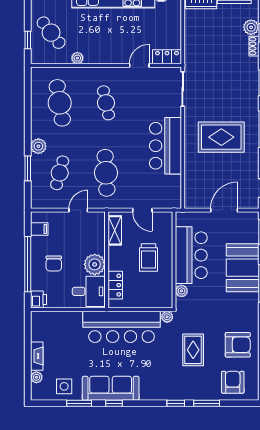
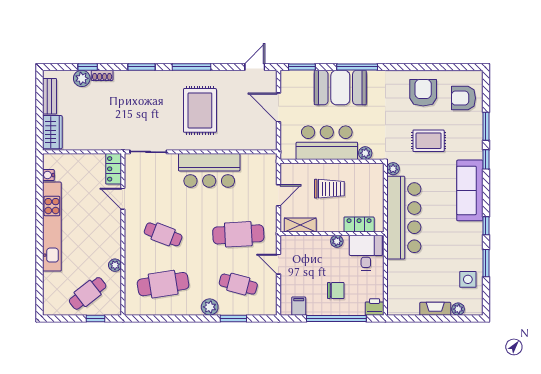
cafe table: (106, 103) -> (163, 234), turned 33
plant: (95, 264) -> (337, 241), width x0.53, depth x0.53
sofa: (111, 388) -> (470, 190), moved

